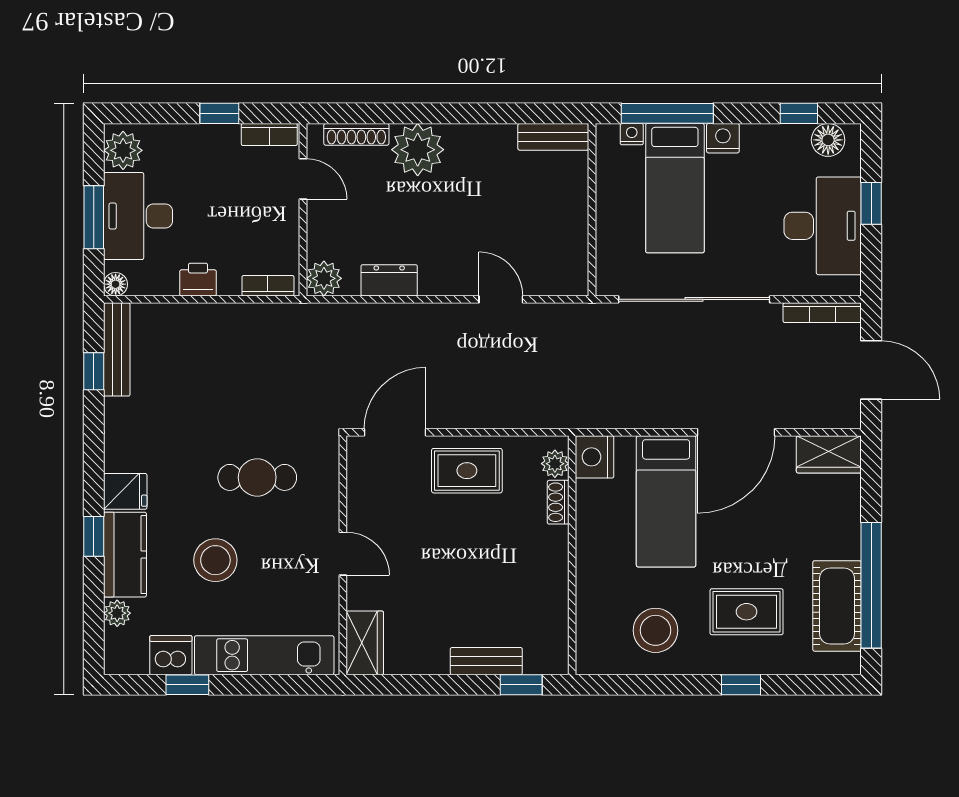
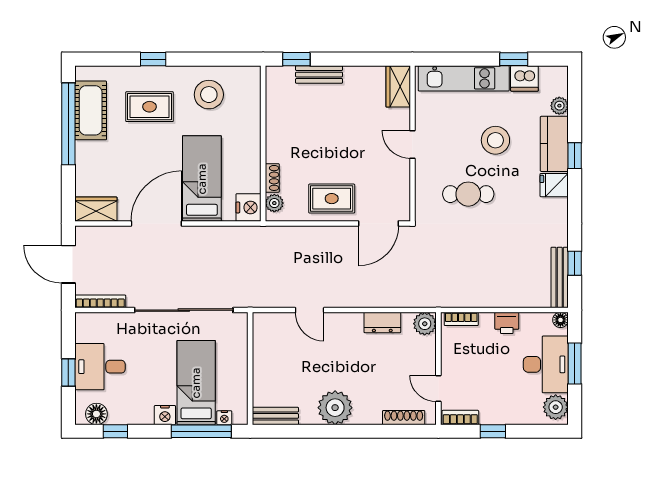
plant: (418, 150) -> (335, 408), moved
desk: (823, 226) -> (100, 367), width x0.73

